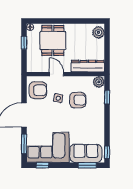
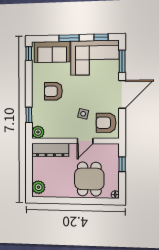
window: (24, 43) -> (122, 164), moved
door: (57, 74) -> (85, 141), hinge flipped
armchair: (78, 100) -> (53, 91), moved
window: (87, 165) -> (69, 38), moved

